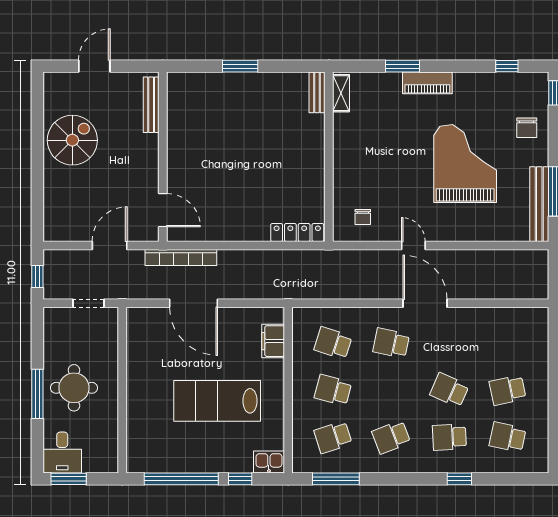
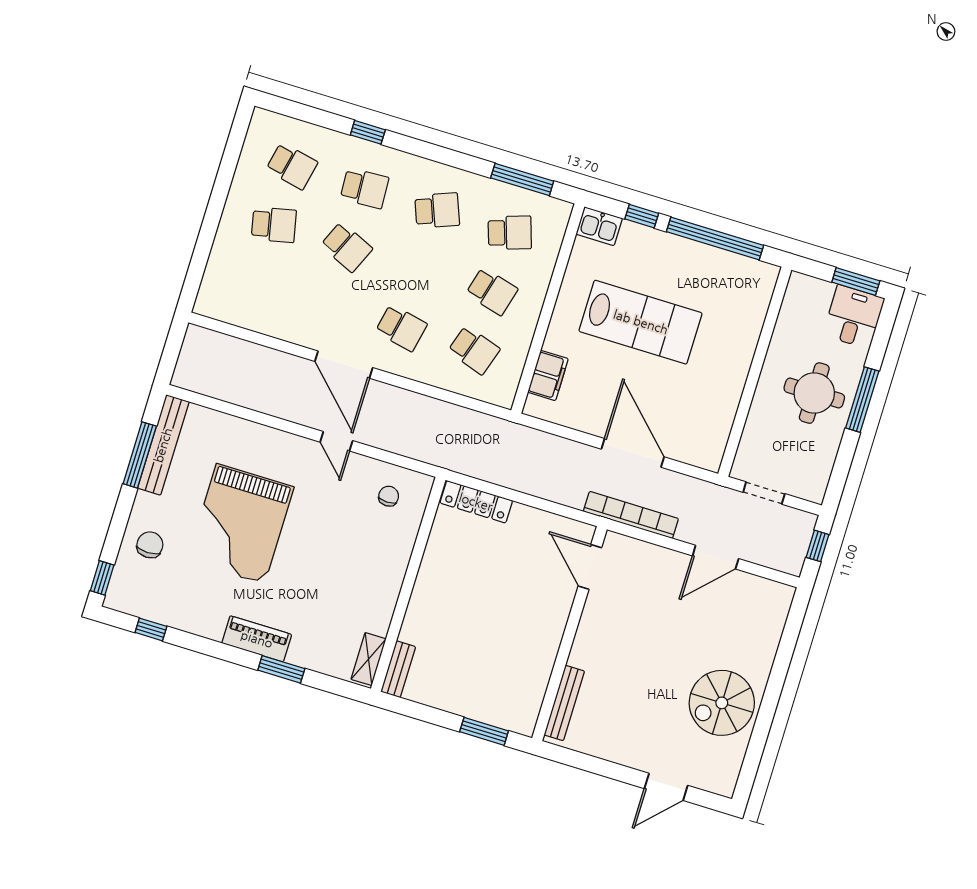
bench: (151, 105) -> (564, 703), moved
wall: (163, 157) -> (569, 634), moved
door: (163, 210) -> (590, 567), moved

